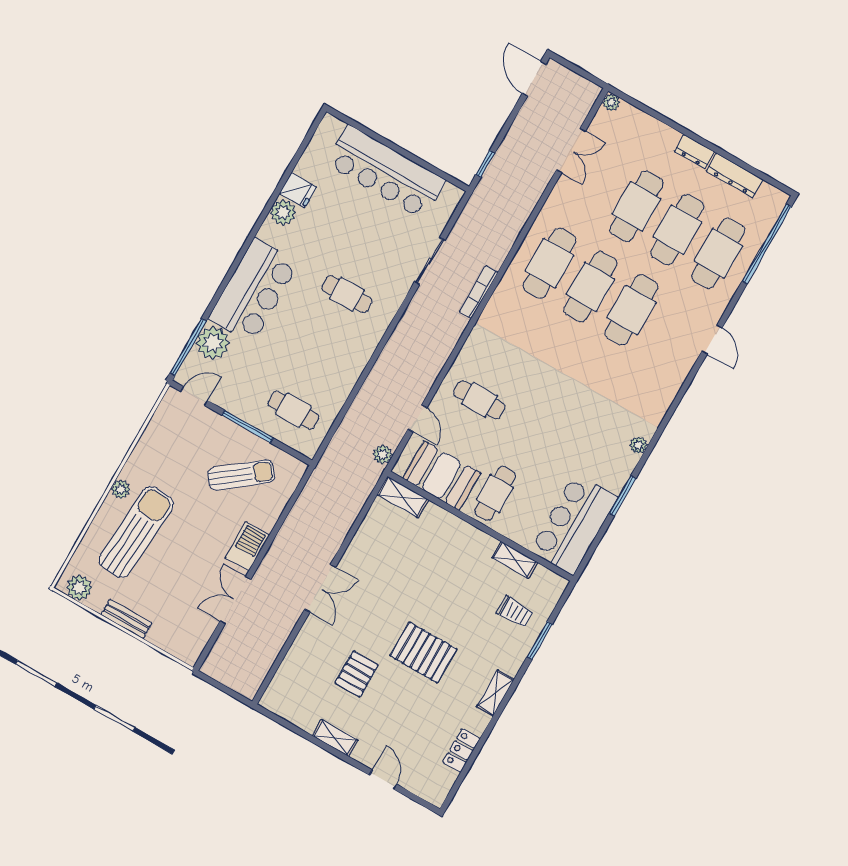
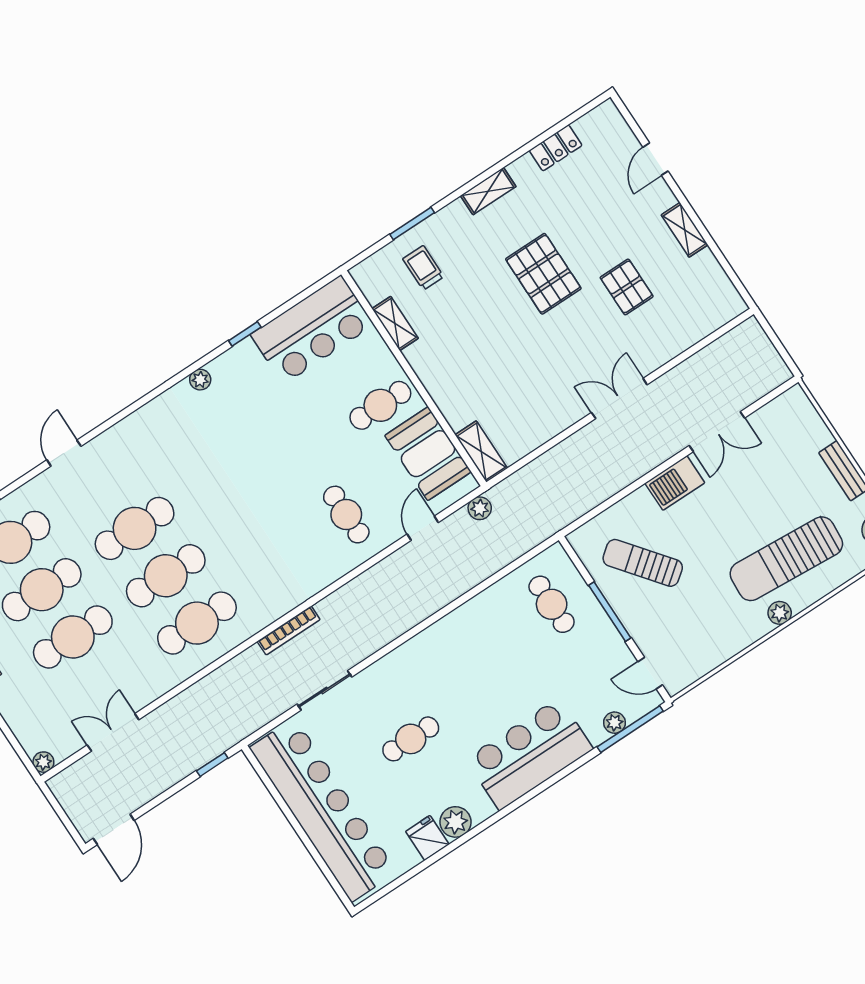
bar counter: (386, 172) -> (323, 810), width x1.36
cafe table: (347, 294) -> (411, 739), moved, turned 90
plant: (213, 343) -> (614, 723), width x0.53, depth x0.53
window: (622, 496) -> (245, 334), width x0.67
pallet: (357, 674) -> (627, 287), turned 90

